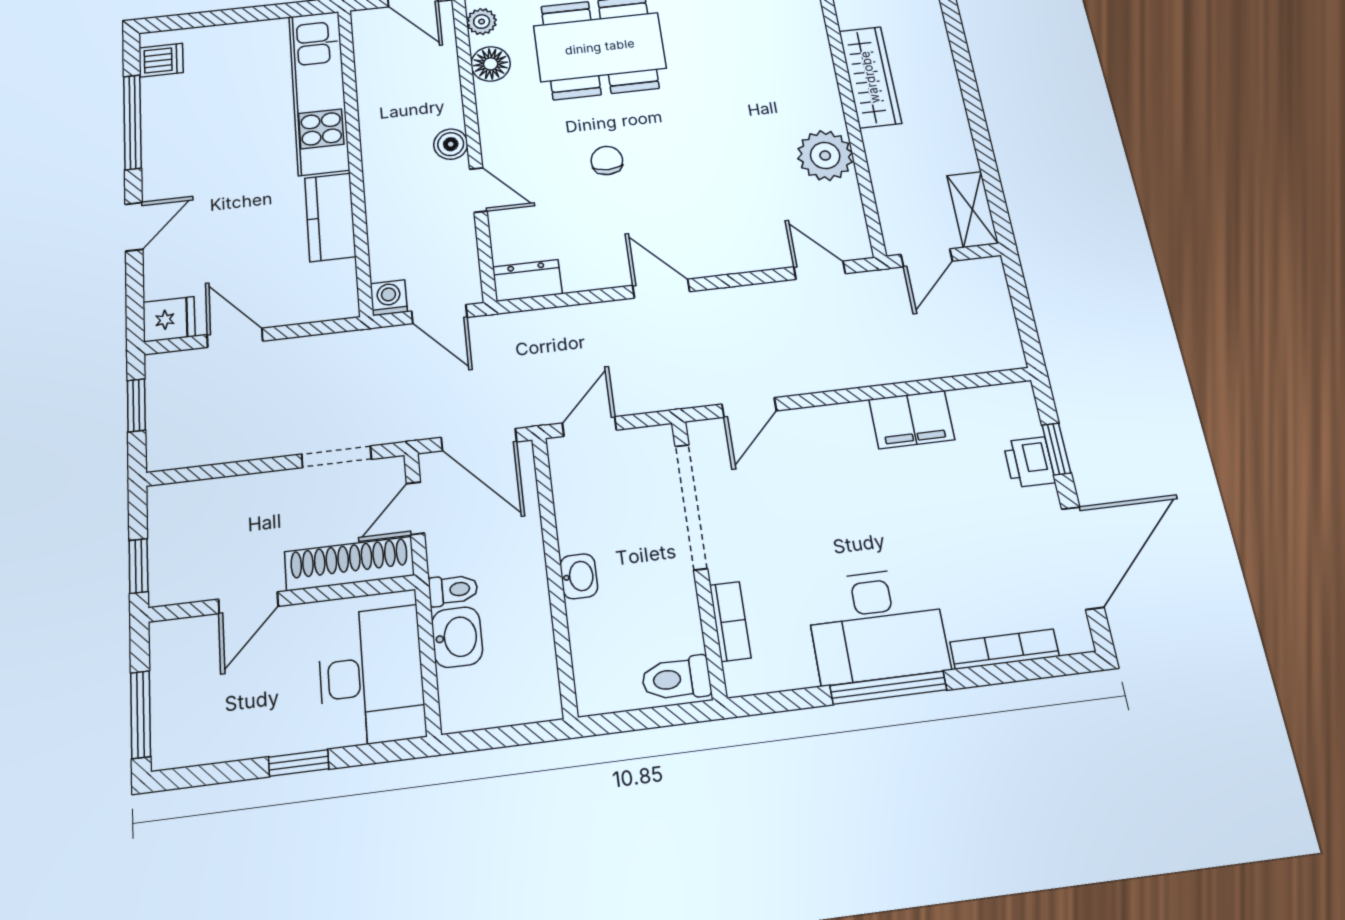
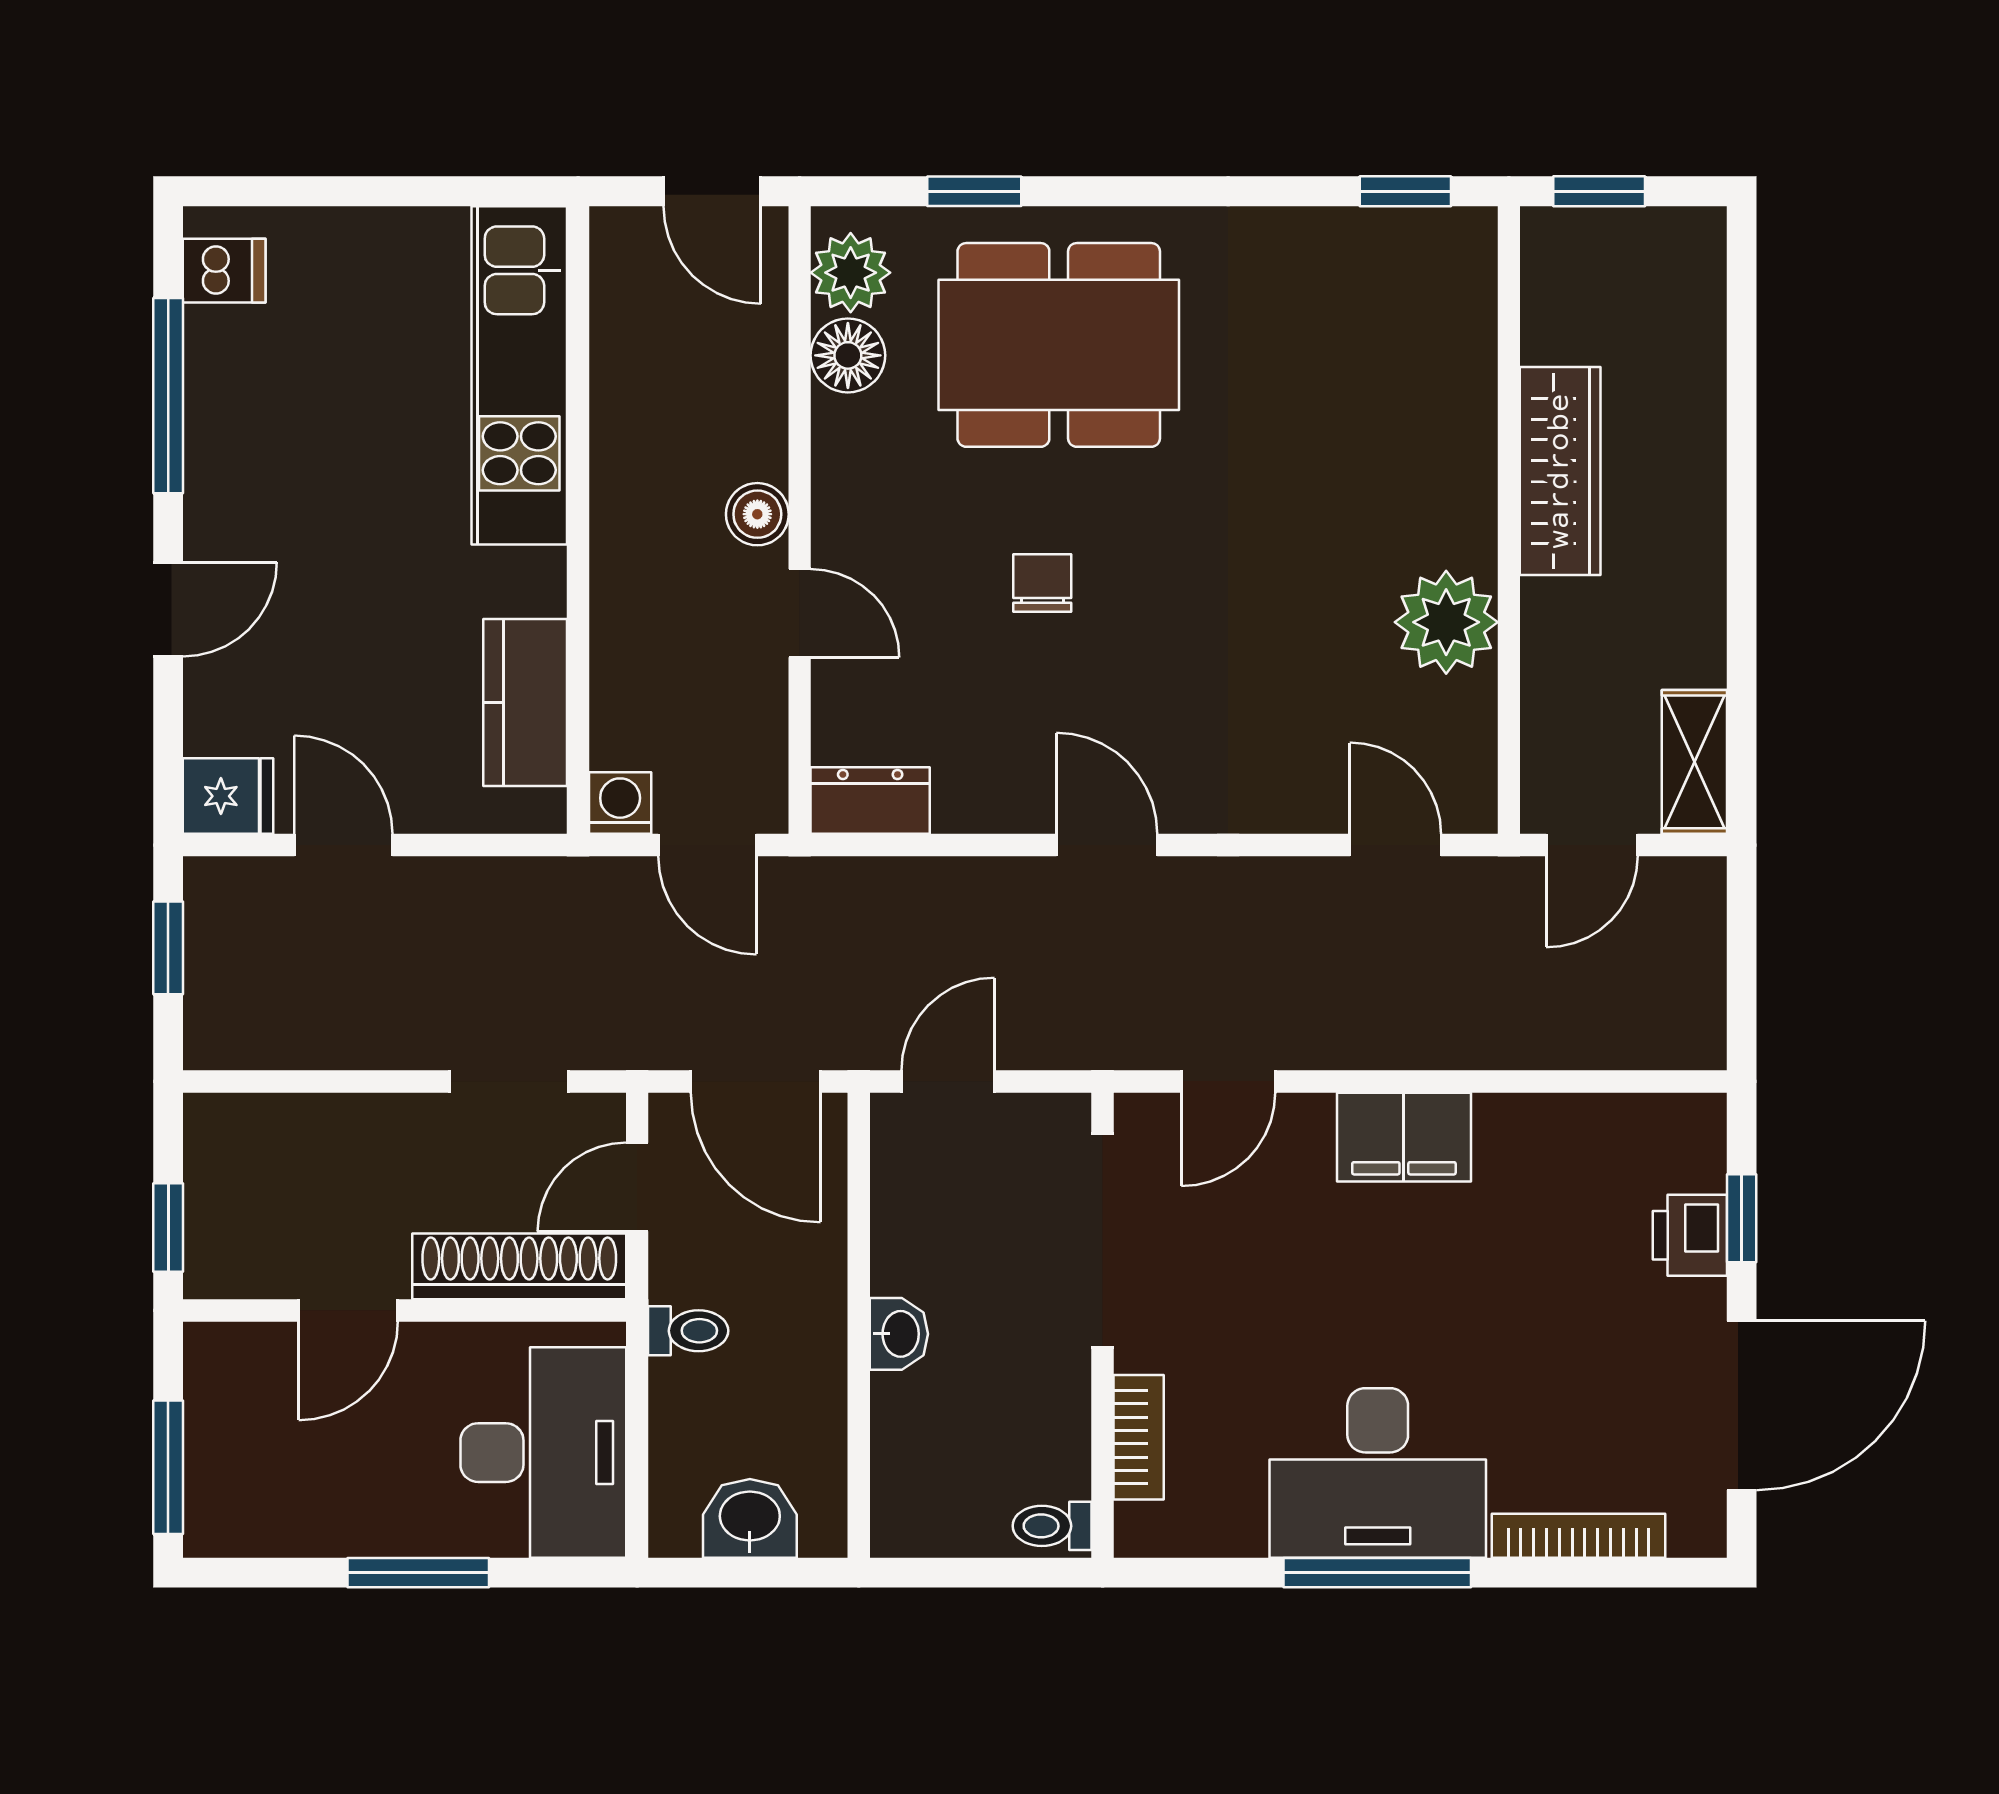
plant: (482, 22) -> (851, 273), width x1.38, depth x1.38
kitchen counter: (330, 217) -> (525, 703), moved
filing cabinet: (912, 420) -> (1404, 1137), moved
washbasin: (457, 637) -> (750, 1518), moved, turned -90
toilet: (676, 679) -> (1052, 1526), width x0.73, depth x0.72
window: (299, 763) -> (418, 1573), width x1.50

